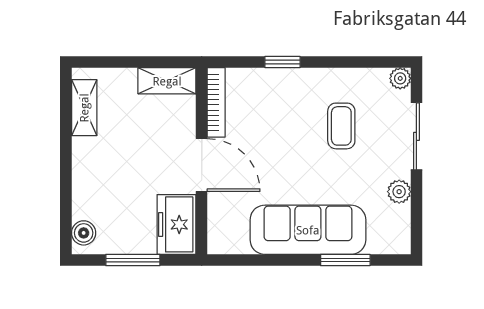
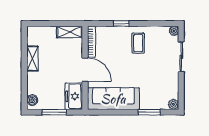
shelving: (84, 108) -> (32, 59), moved
coffee table: (341, 126) -> (138, 43), moved
plant: (399, 192) -> (173, 104), moved
sofa: (308, 230) -> (113, 99), moved

